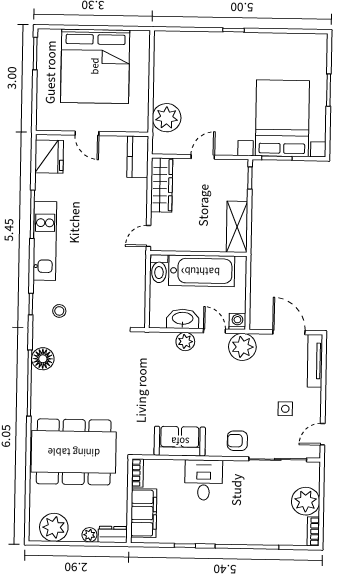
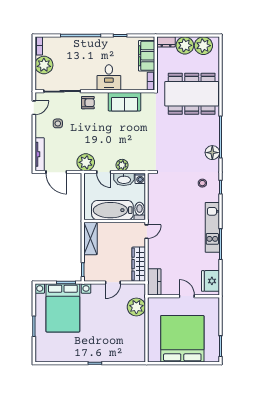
washing machine: (237, 321) -> (140, 178), moved
plant: (89, 535) -> (185, 45), width x1.87, depth x1.87

